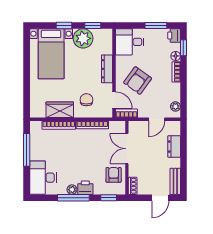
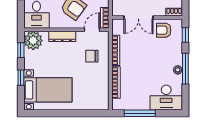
plant: (83, 38) -> (33, 41), moved
wardrobe: (60, 110) -> (101, 82), removed
printer: (85, 188) -> (176, 57), removed

